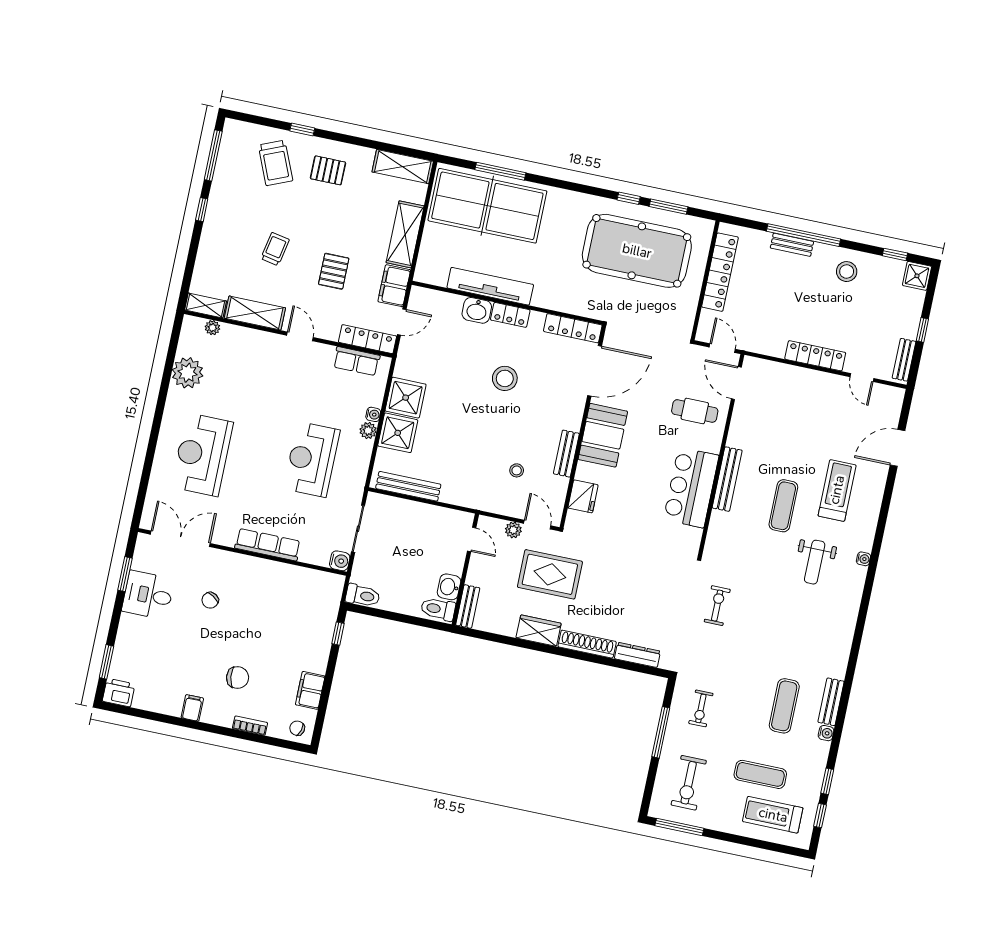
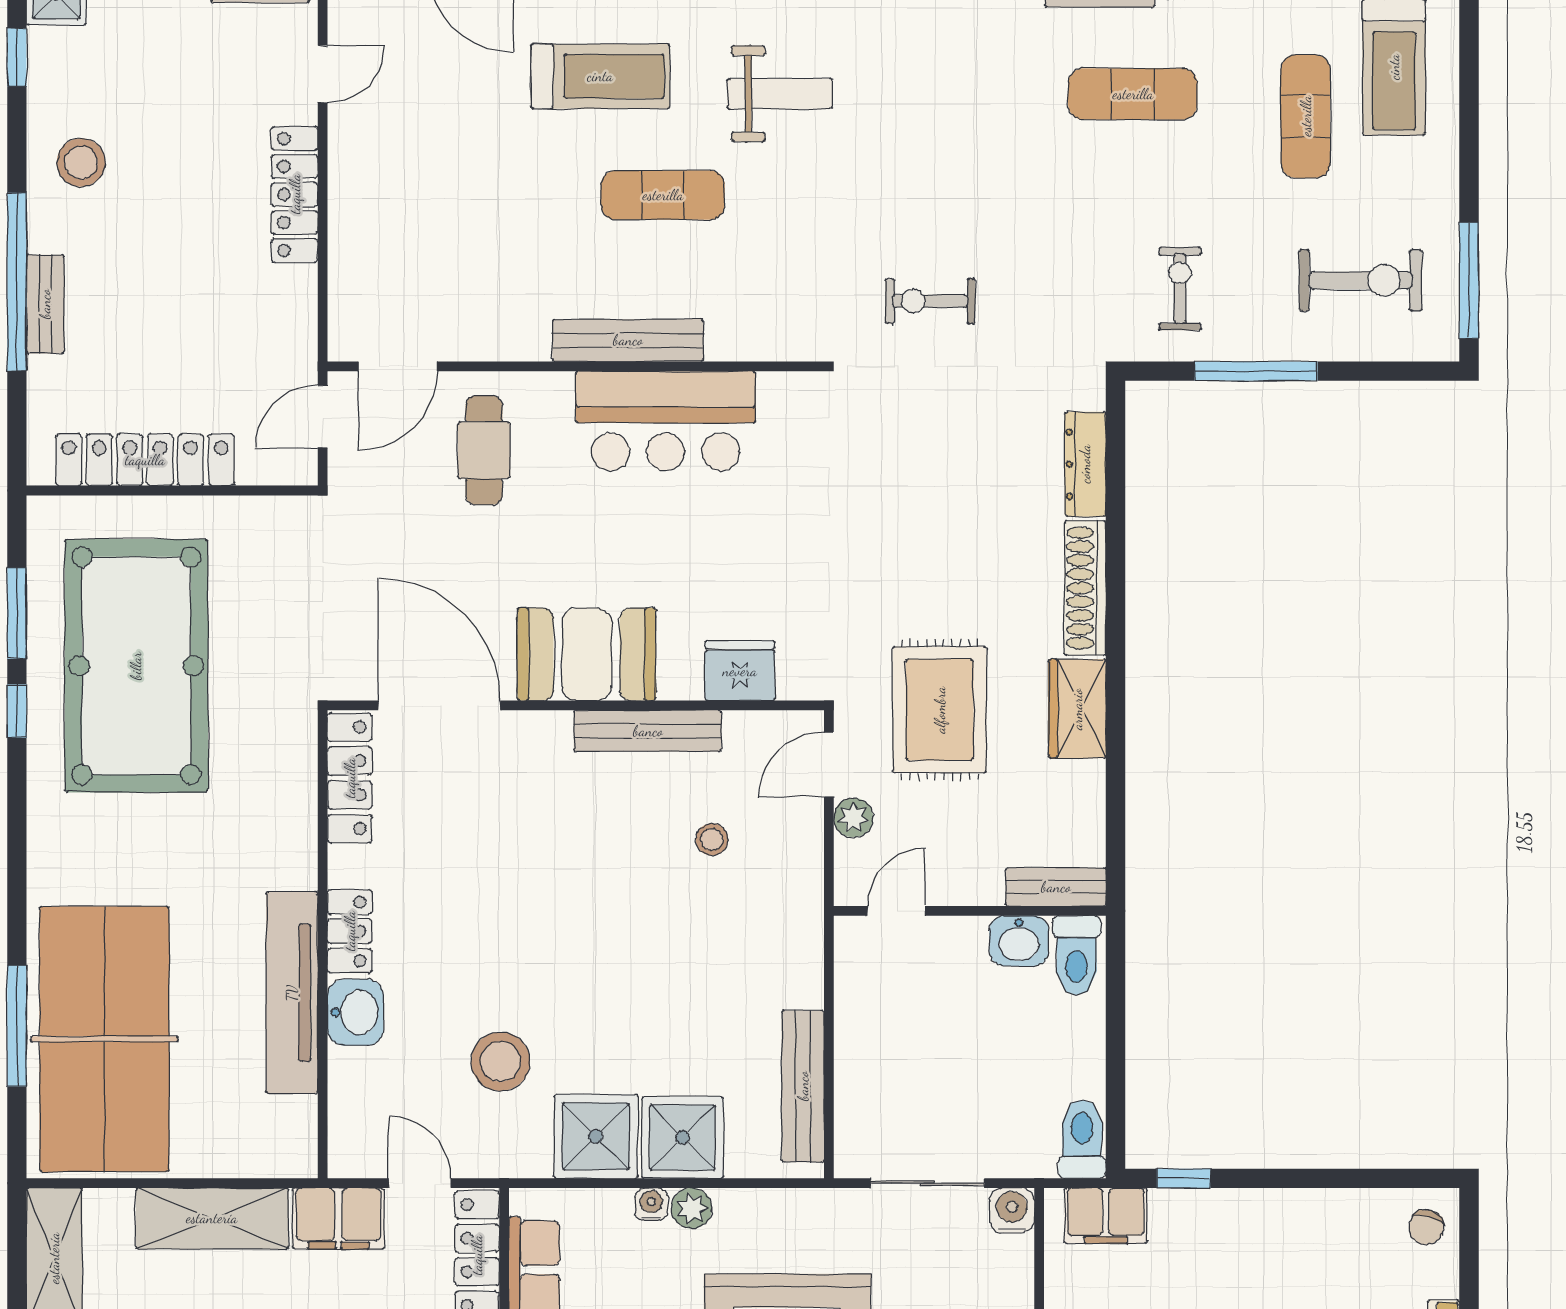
stool: (505, 378) -> (501, 1062), moved
bench: (566, 454) -> (648, 731), width x1.36
treadmill: (837, 490) -> (600, 76), turned 180
filing cabinet: (310, 690) -> (1106, 1216), moved
exercise bike: (701, 708) -> (1180, 289), turned -90

